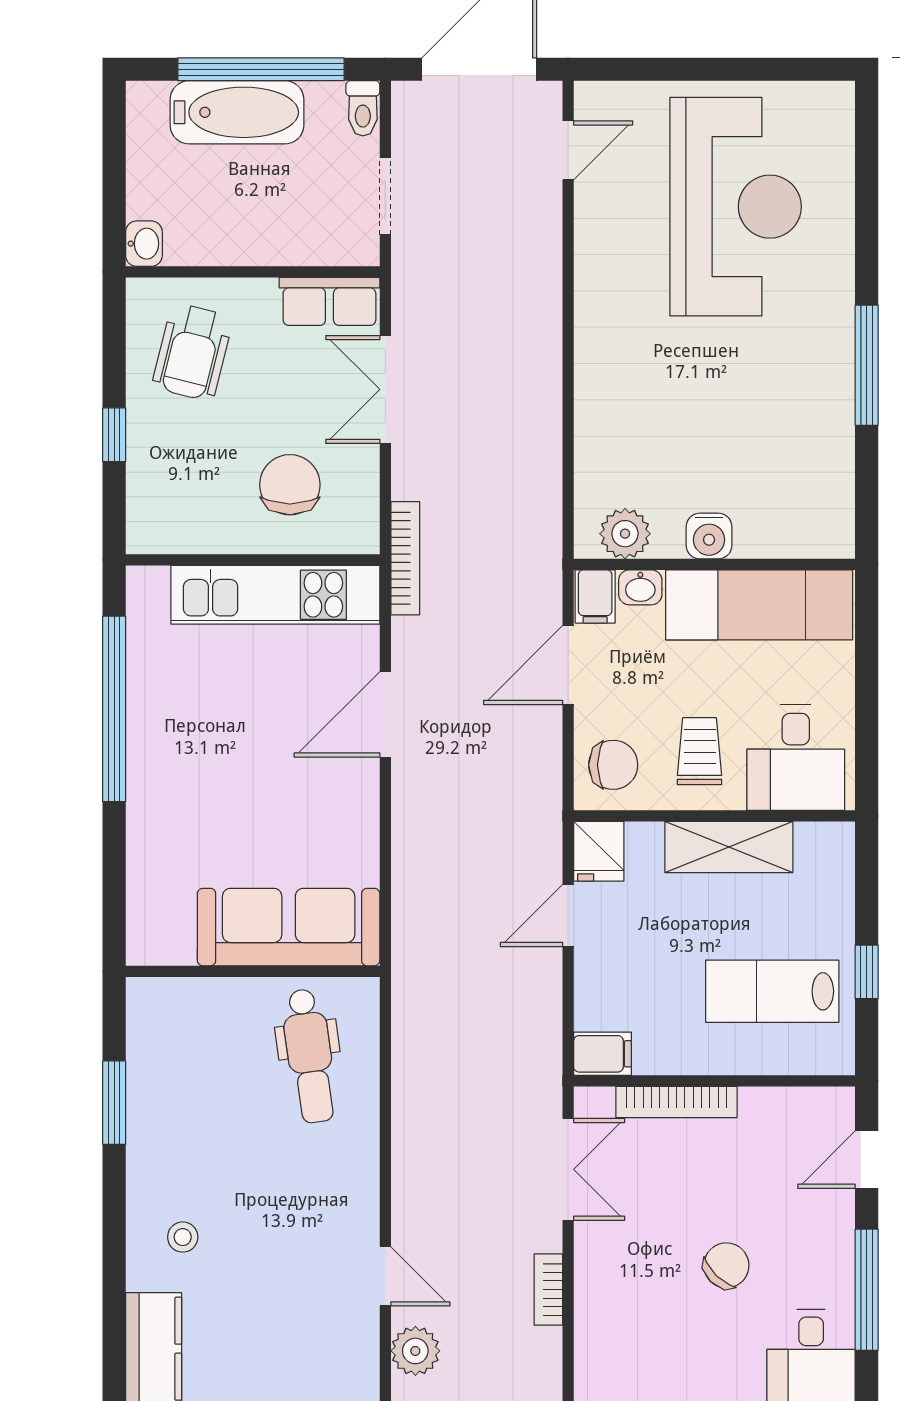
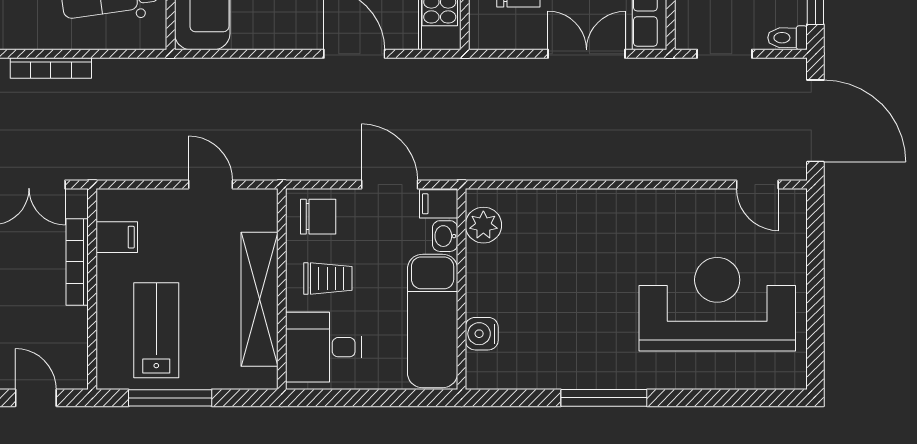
reception desk: (736, 207) -> (717, 304), turned 180
water cooler: (709, 536) -> (482, 334), moved
bookcase: (405, 558) -> (51, 68), moved
chair: (613, 765) -> (318, 217), turned -90
shelving: (729, 847) -> (259, 299), width x1.47
fridge: (599, 851) -> (256, 206), removed
window: (867, 972) -> (170, 398), width x2.17
filing cabinet: (603, 1054) -> (117, 237), moved, turned -90

